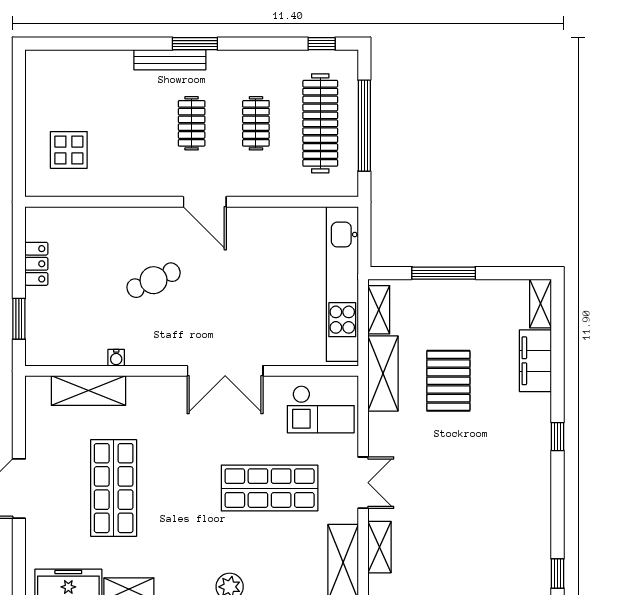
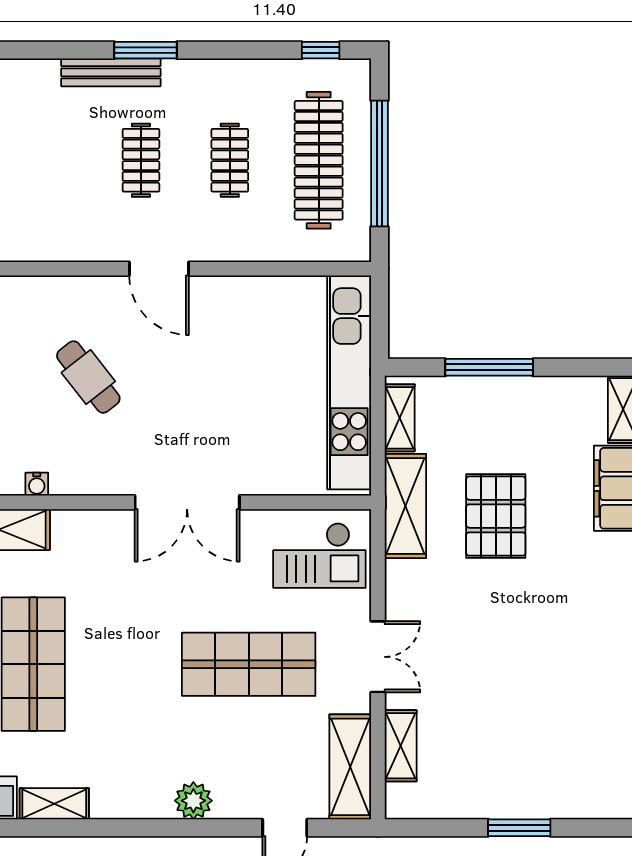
cafe table: (154, 280) -> (88, 377), turned 76

